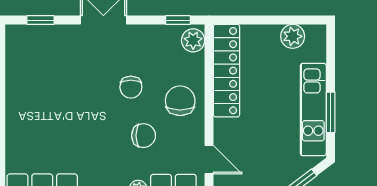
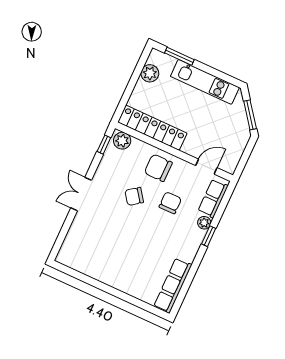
window: (40, 20) -> (62, 236), removed
chair: (131, 87) -> (134, 196), turned 144
window: (331, 112) -> (179, 56), moved

